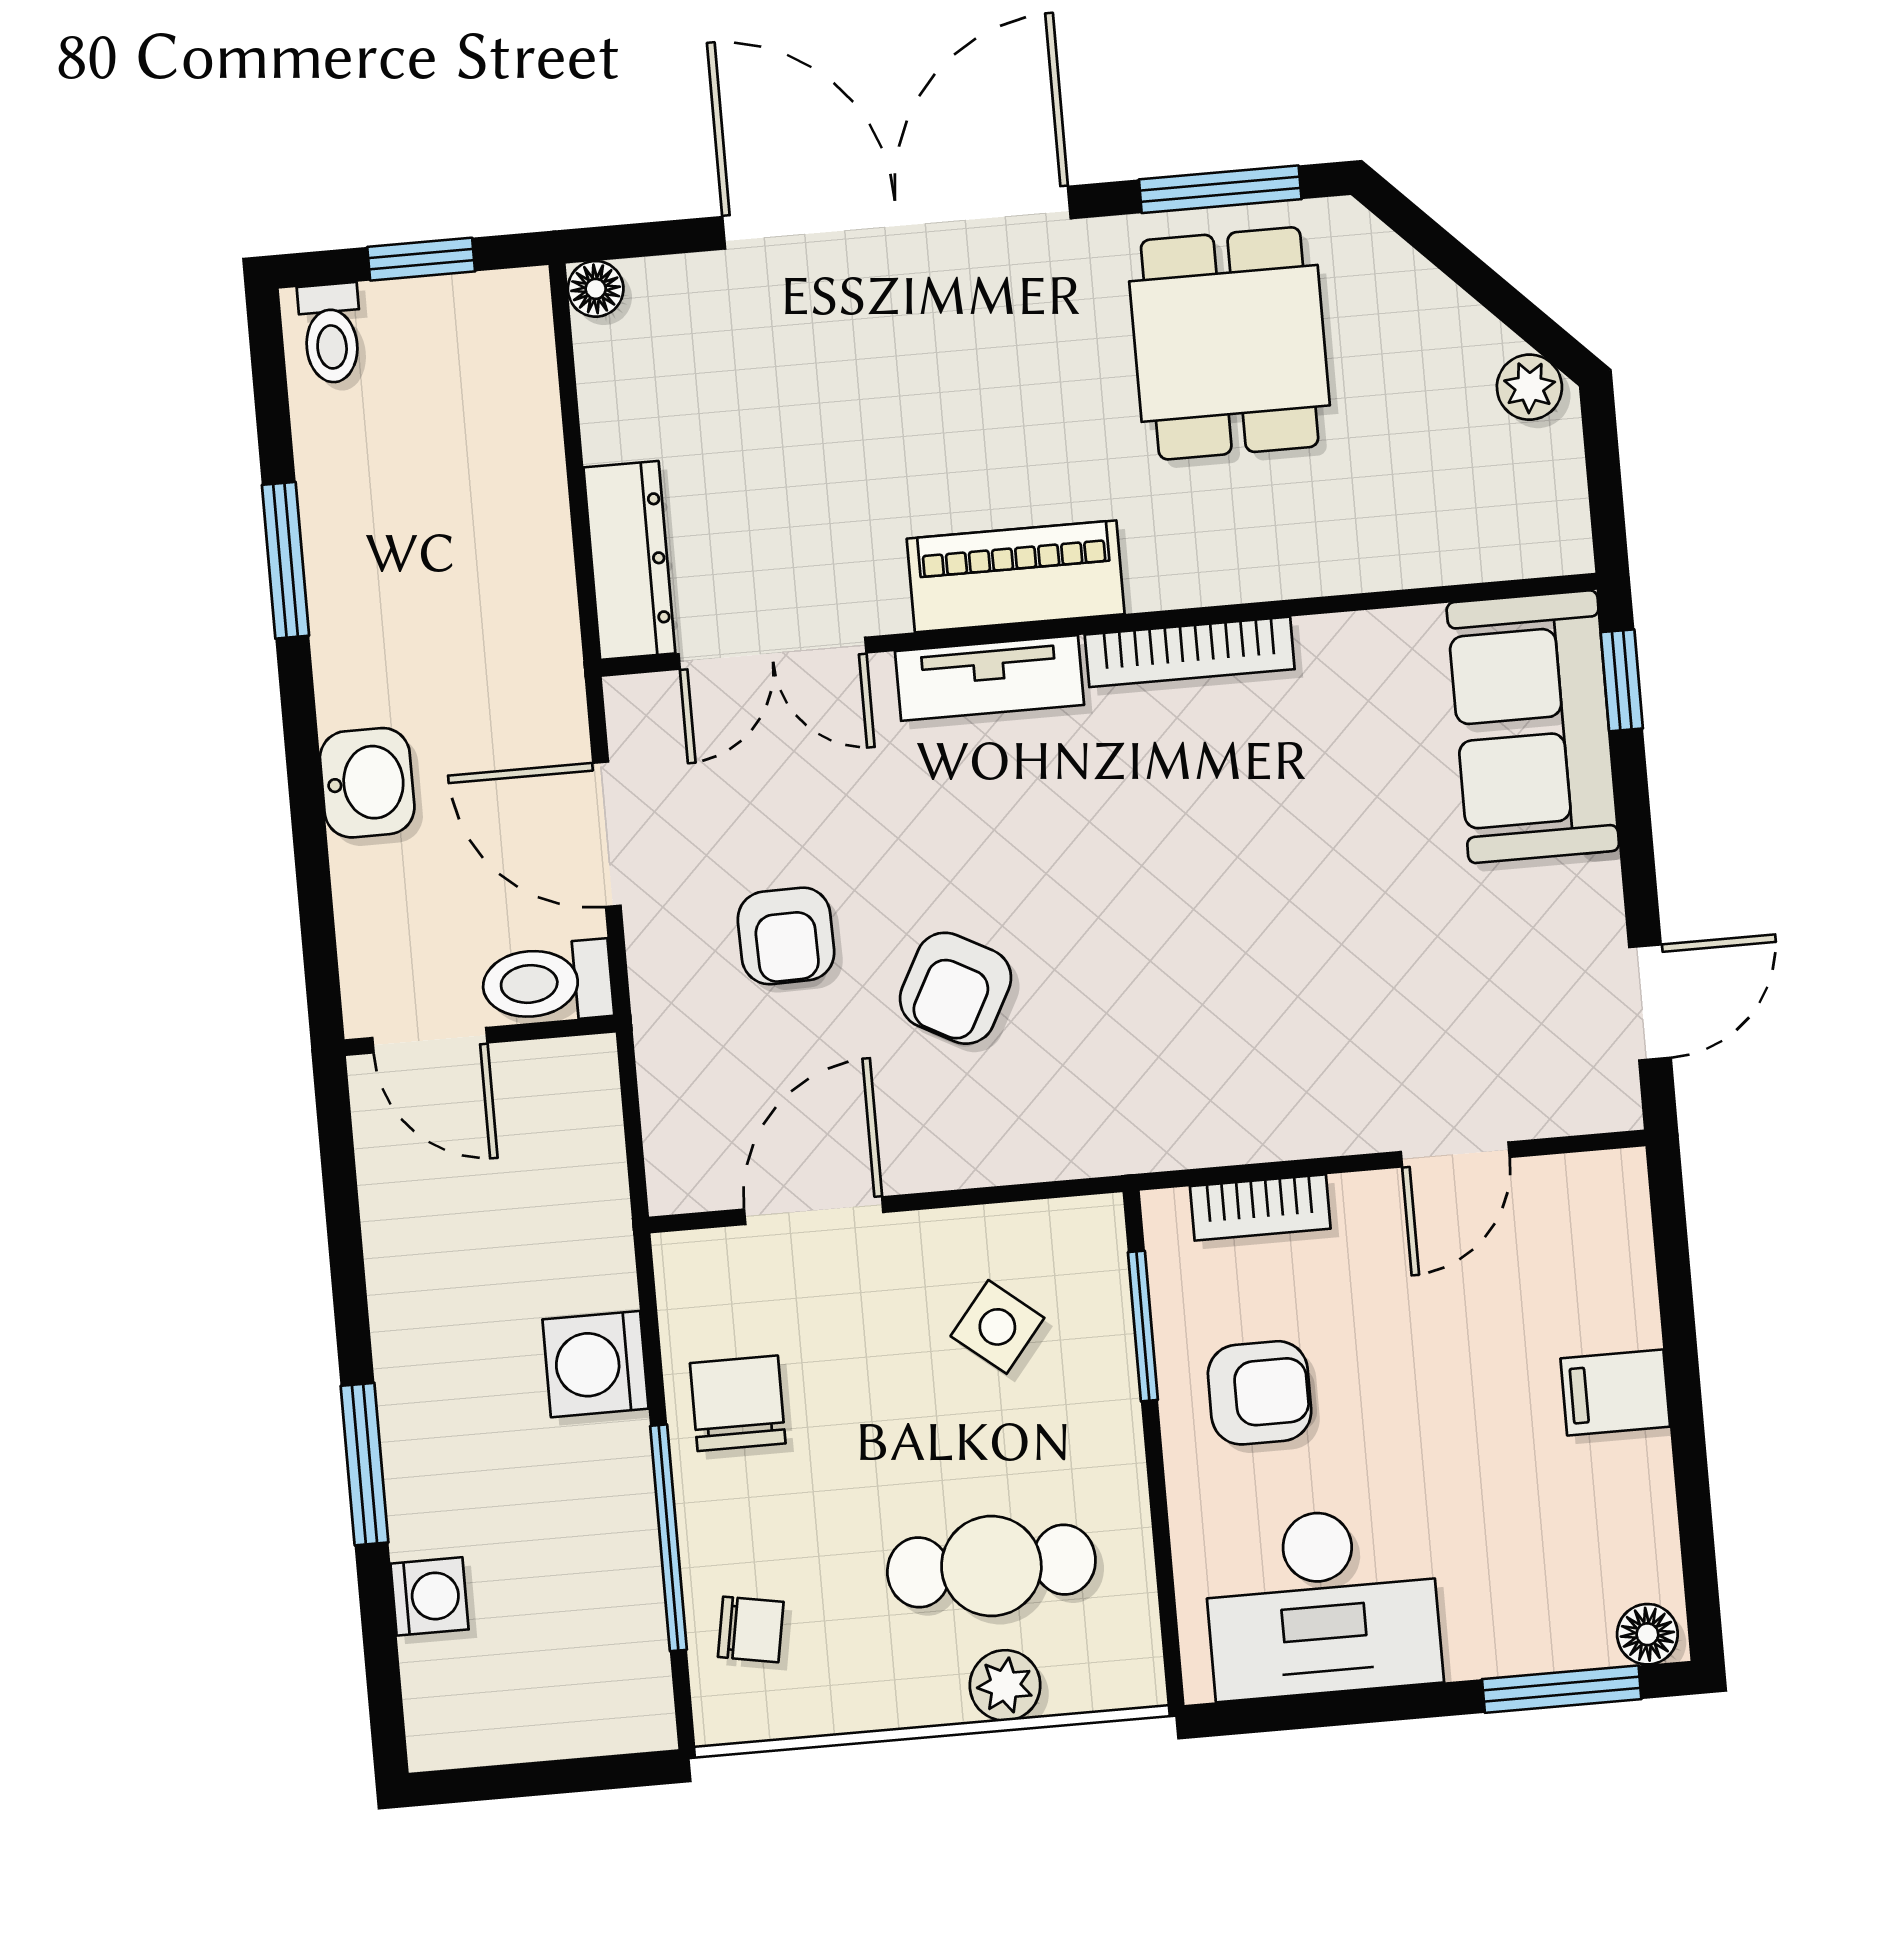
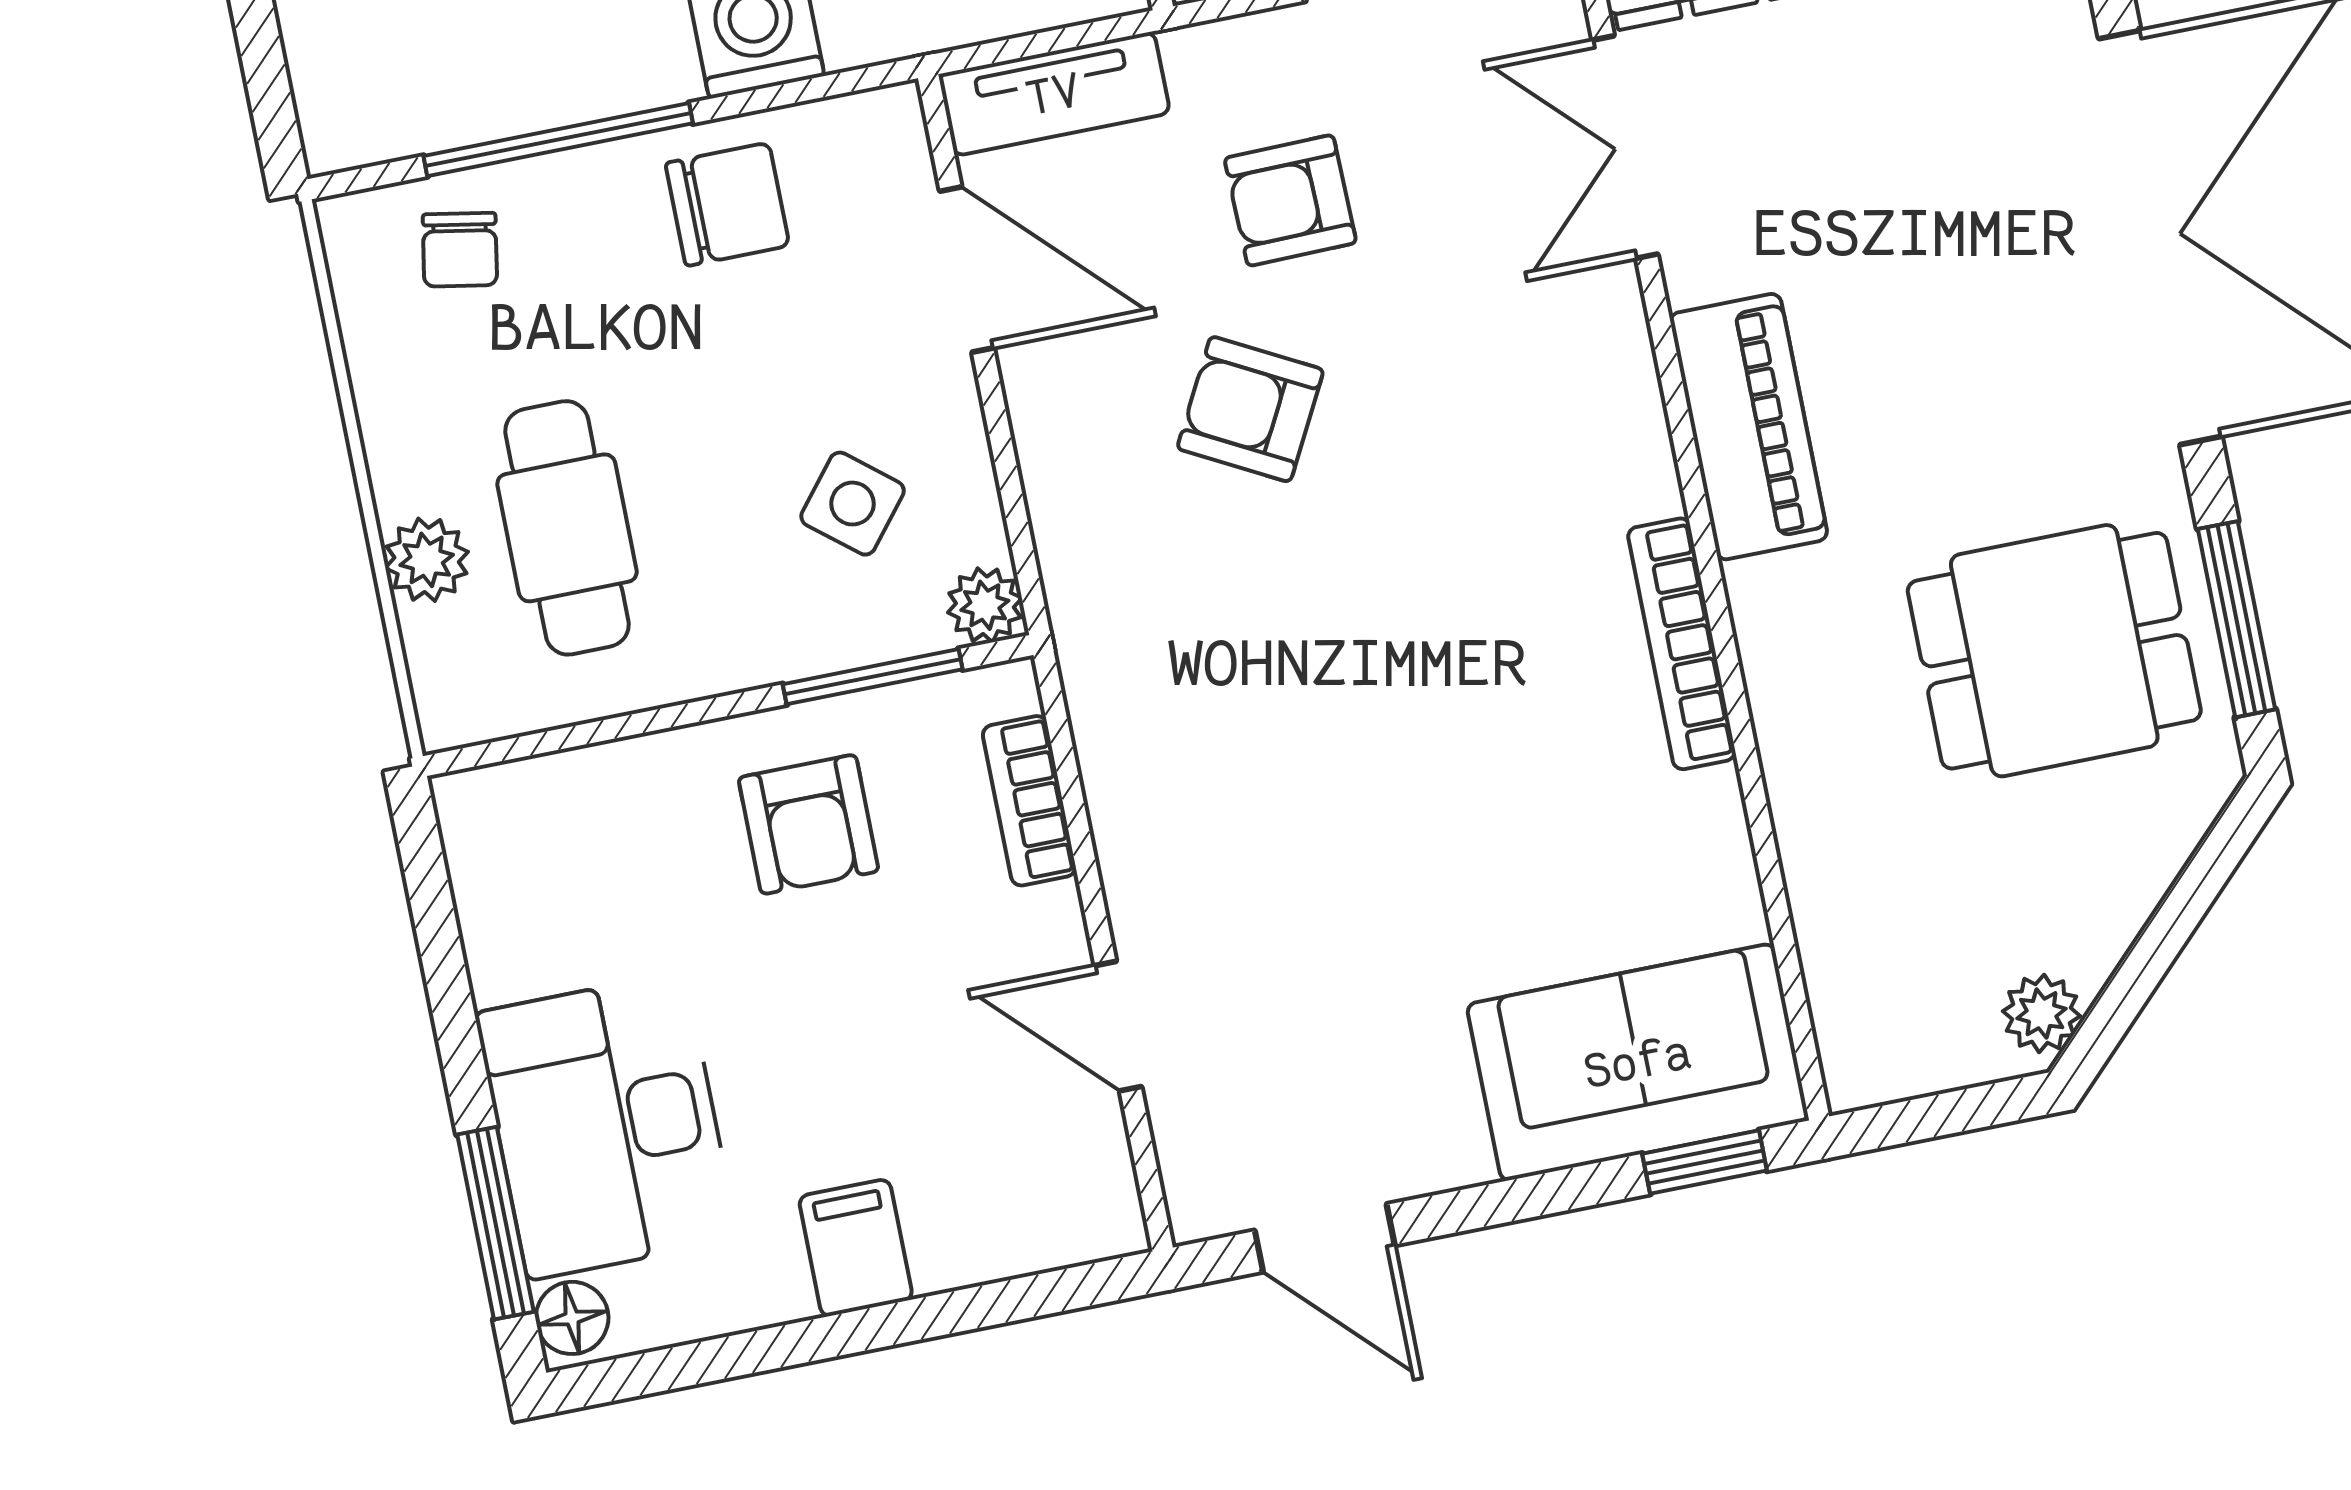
tv unit: (989, 678) -> (1054, 94), moved, turned -90
plant: (1094, 1226) -> (985, 605), added
desk: (1322, 1603) -> (607, 1126), moved

